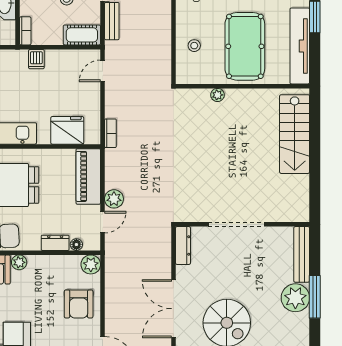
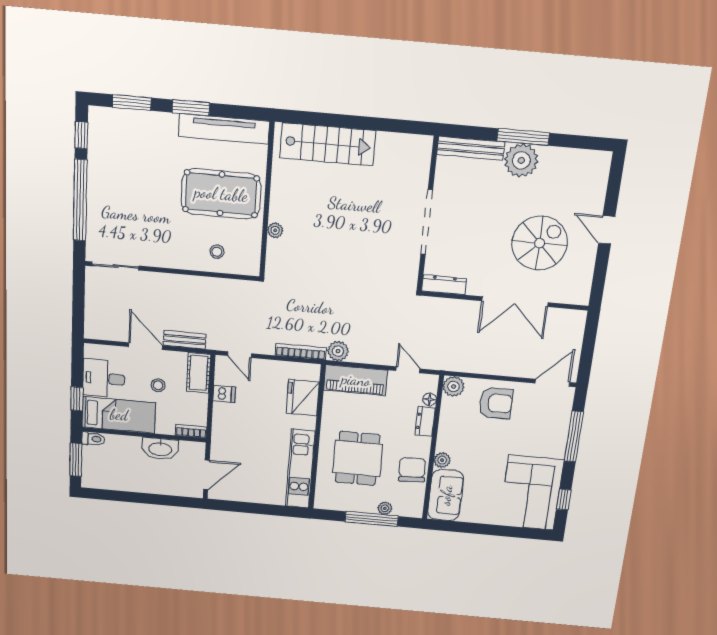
dishwasher: (36, 59) -> (224, 394), moved
bookcase: (110, 133) -> (301, 352), width x1.56
plant: (114, 199) -> (338, 351), moved

